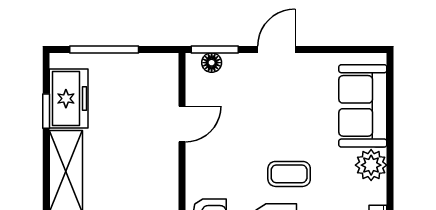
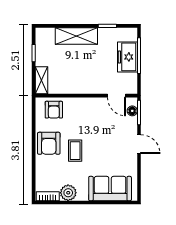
freezer: (69, 99) -> (127, 57), moved, turned 90
door: (182, 124) -> (117, 96), moved
plant: (371, 165) -> (68, 193), moved

